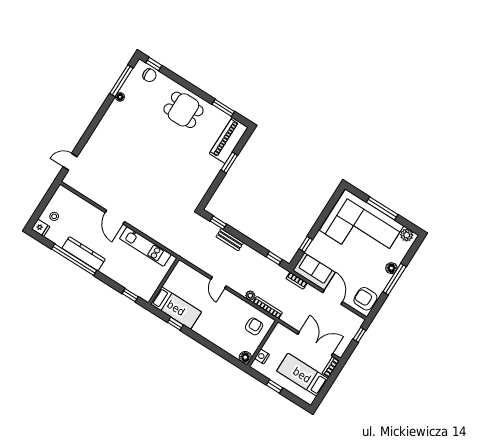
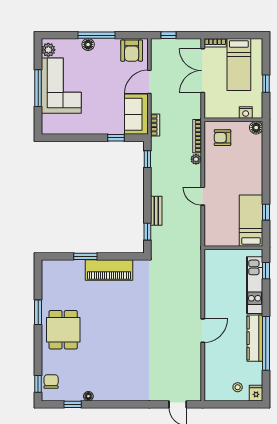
window: (121, 81) -> (73, 404), width x0.46
window: (223, 108) -> (38, 312), moved
piano: (229, 140) -> (109, 270), moved
corner sofa: (362, 228) -> (61, 86), width x0.73, depth x0.74
kitchen unit: (145, 247) -> (255, 285), moved, turned 180
door: (219, 283) -> (203, 196), swing flipped

